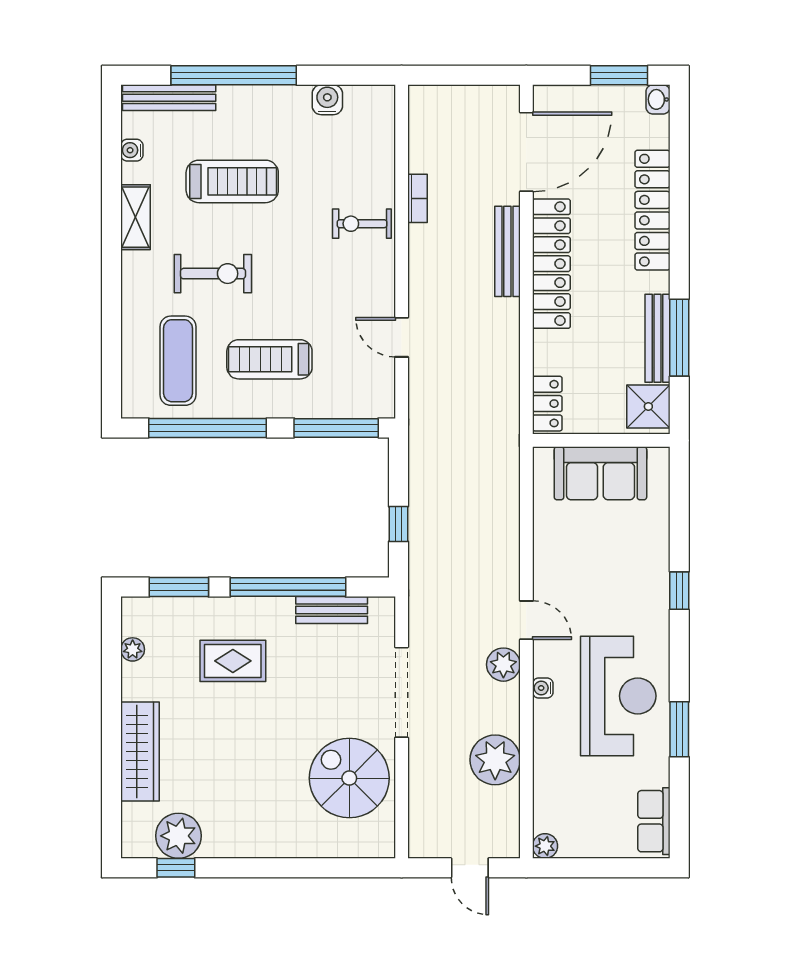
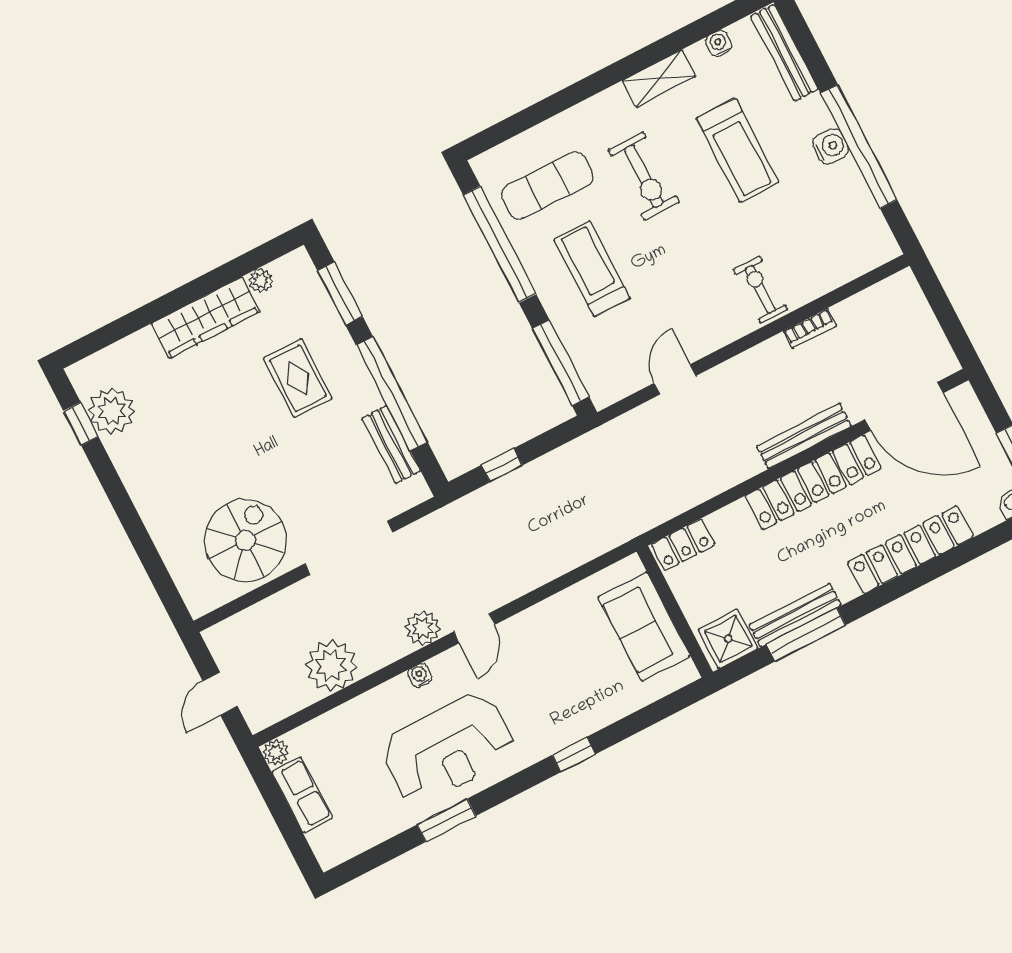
window: (234, 75) -> (859, 146), moved
water cooler: (327, 100) -> (831, 147), moved
wardrobe: (140, 752) -> (206, 318), moved
row of seats: (654, 821) -> (302, 795), moved, turned 90

